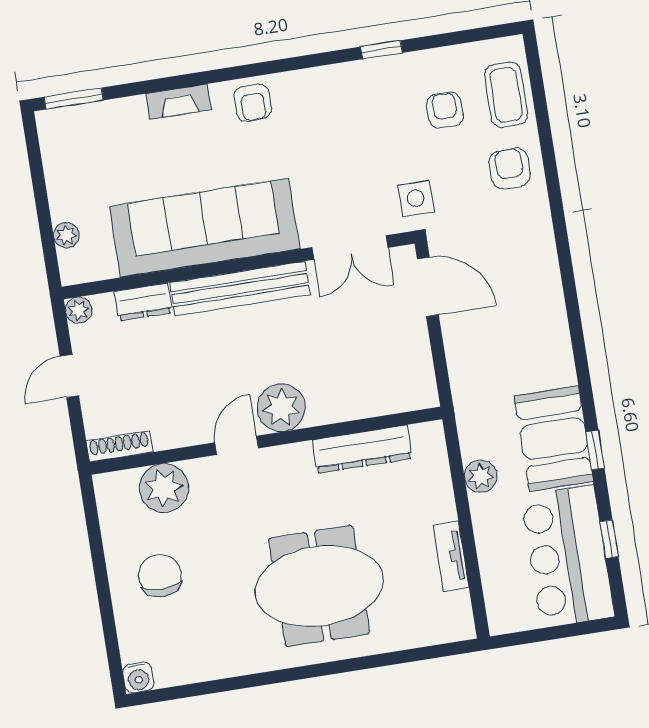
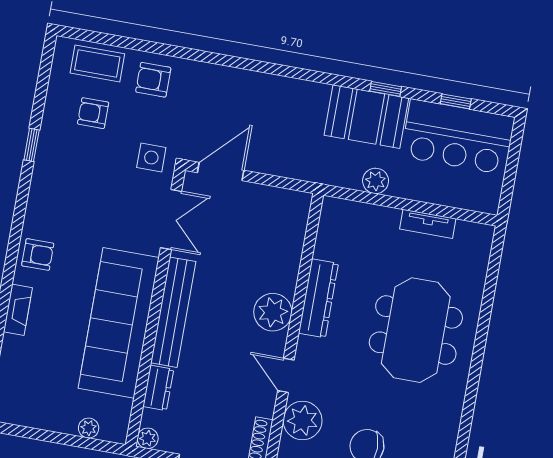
door: (236, 445) -> (286, 375), moved
dresser: (362, 449) -> (318, 298), moved

